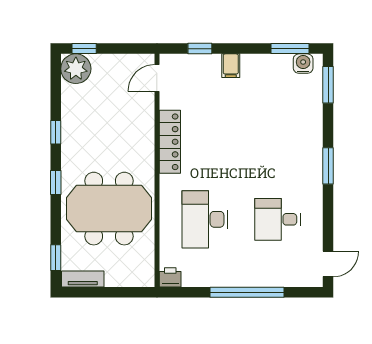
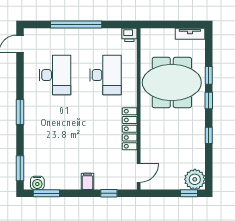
desk: (278, 219) -> (55, 75), width x1.37
window: (56, 258) -> (209, 75), moved

